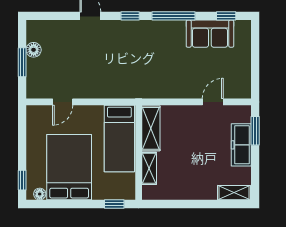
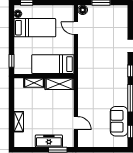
floor lamp: (34, 50) -> (83, 10), moved
bed: (69, 167) -> (35, 28), width x0.67
shelving: (234, 193) -> (19, 122), moved

